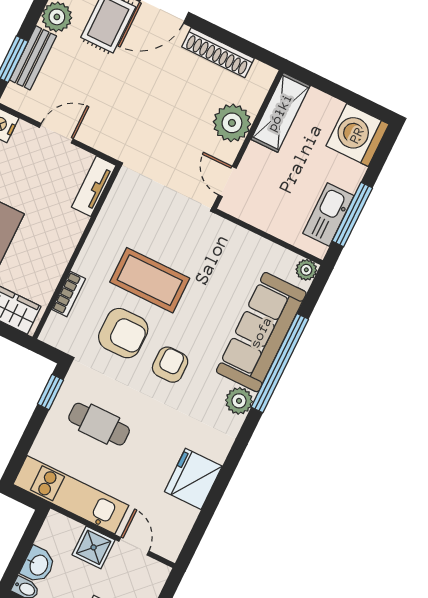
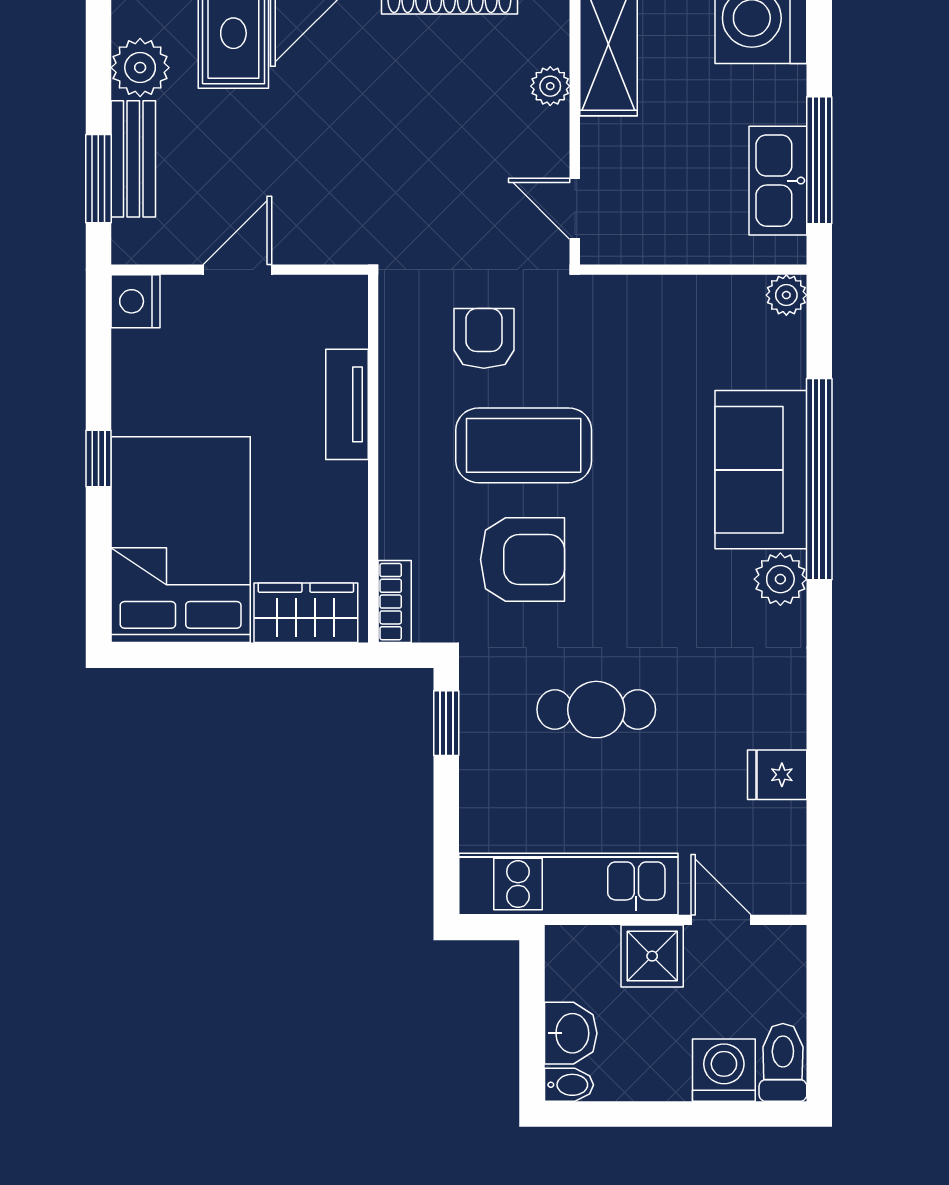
plant: (232, 123) -> (550, 86), width x0.53, depth x0.53
tv unit: (94, 186) -> (347, 404), moved
bookcase: (69, 294) -> (395, 602), moved
sofa: (261, 332) -> (761, 470), width x0.73
armchair: (170, 365) -> (484, 338), moved
cafe table: (99, 424) -> (596, 710), moved
fridge: (193, 479) -> (777, 775), width x0.53, depth x0.75

